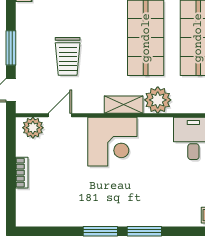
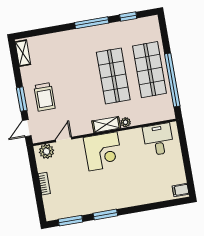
trolley: (68, 56) -> (45, 97), moved
plant: (158, 100) -> (126, 122), width x0.53, depth x0.53
window: (144, 231) -> (71, 221), moved

